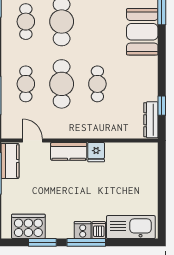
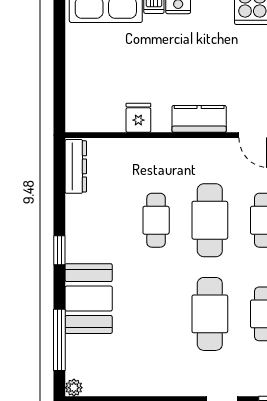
window: (162, 106) -> (59, 250), moved
fridge: (96, 152) -> (138, 118), moved

